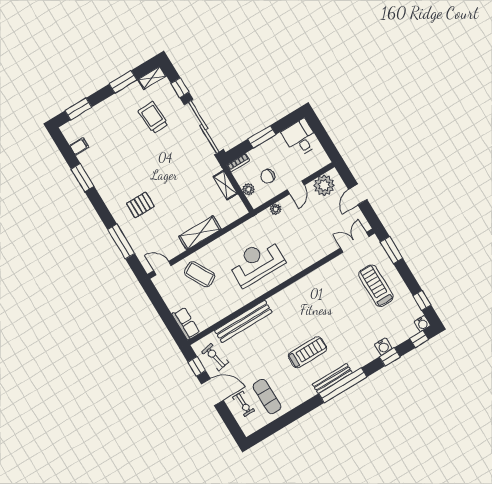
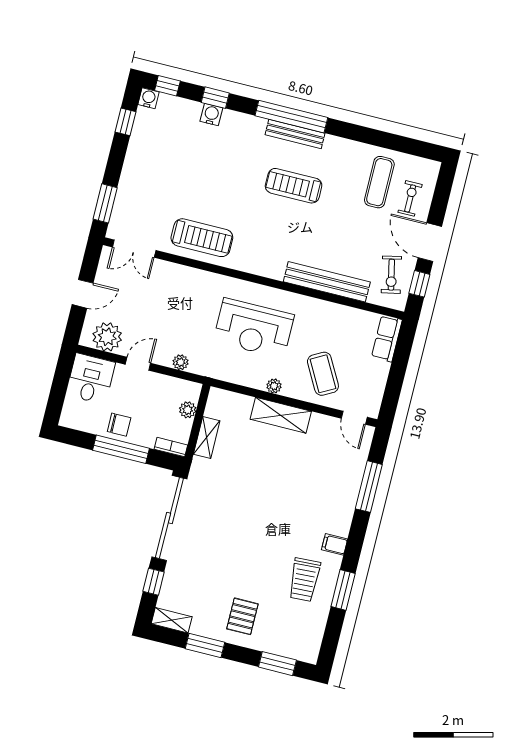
trolley: (153, 118) -> (304, 580), moved
window: (262, 137) -> (121, 449), width x1.44
desk: (300, 138) -> (91, 379), moved, turned 180
filing cabinet: (79, 146) -> (335, 544), moved
chair: (268, 176) -> (119, 425), moved
pallet: (140, 205) -> (242, 616), moved, turned 90
plant: (218, 244) -> (274, 386), added
treadmill: (376, 286) -> (202, 238), moved, turned -90

